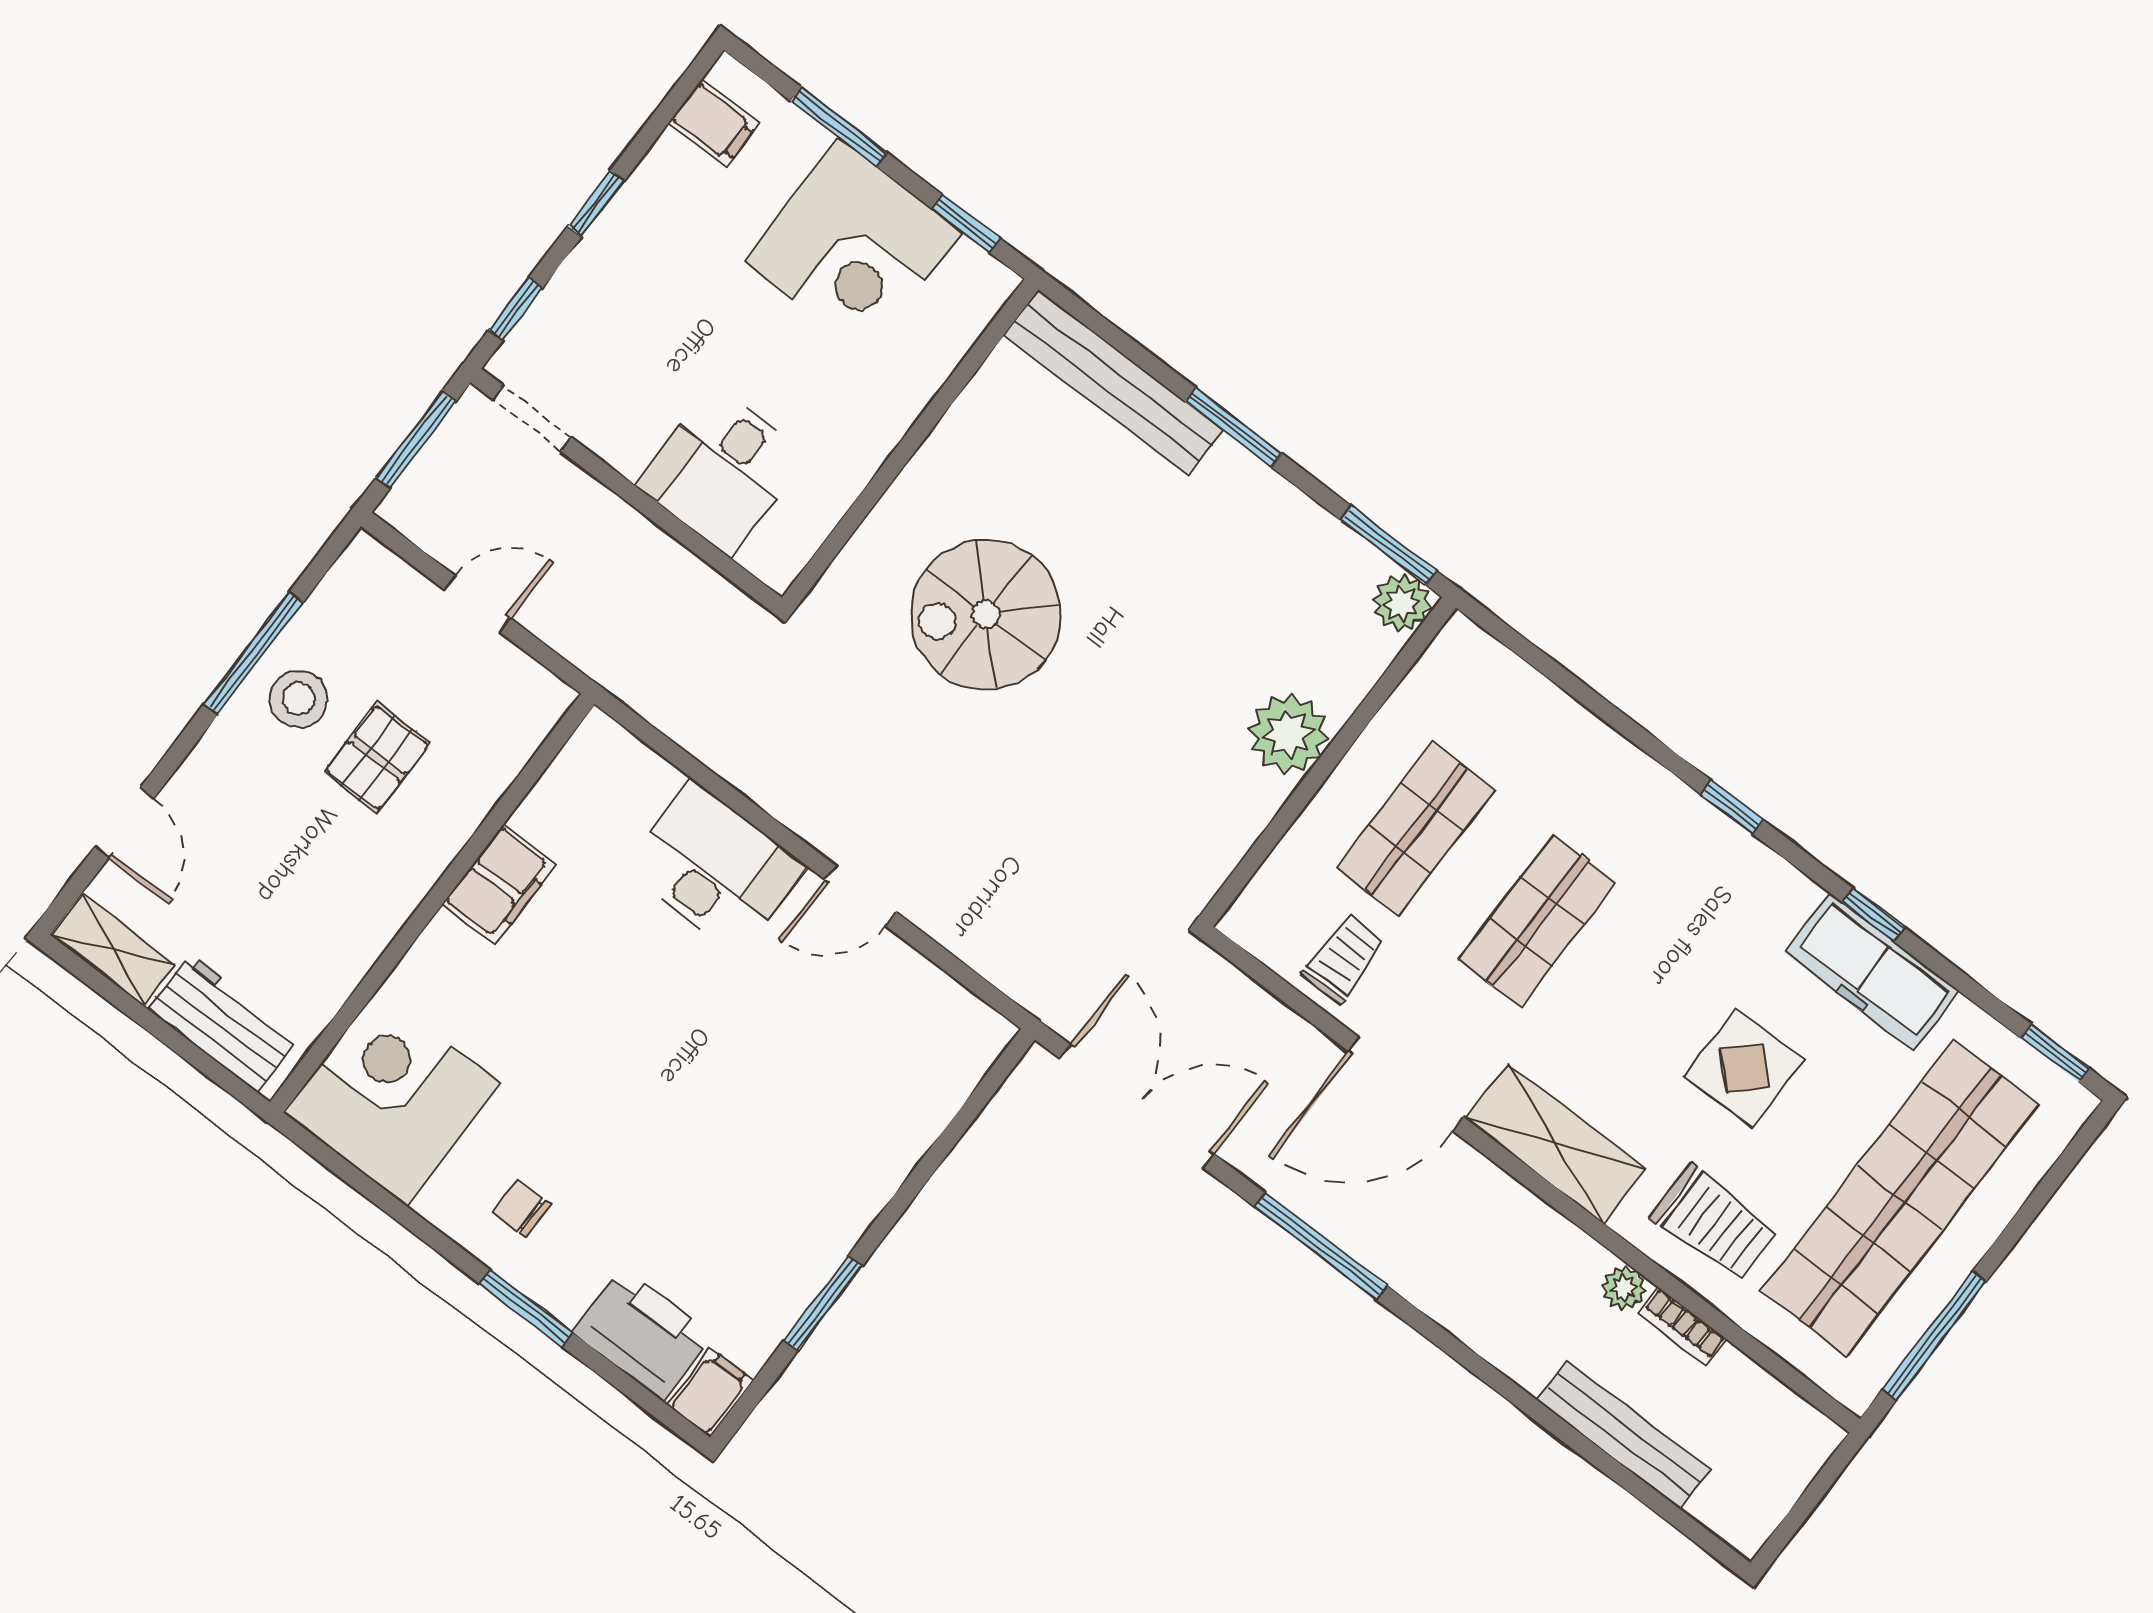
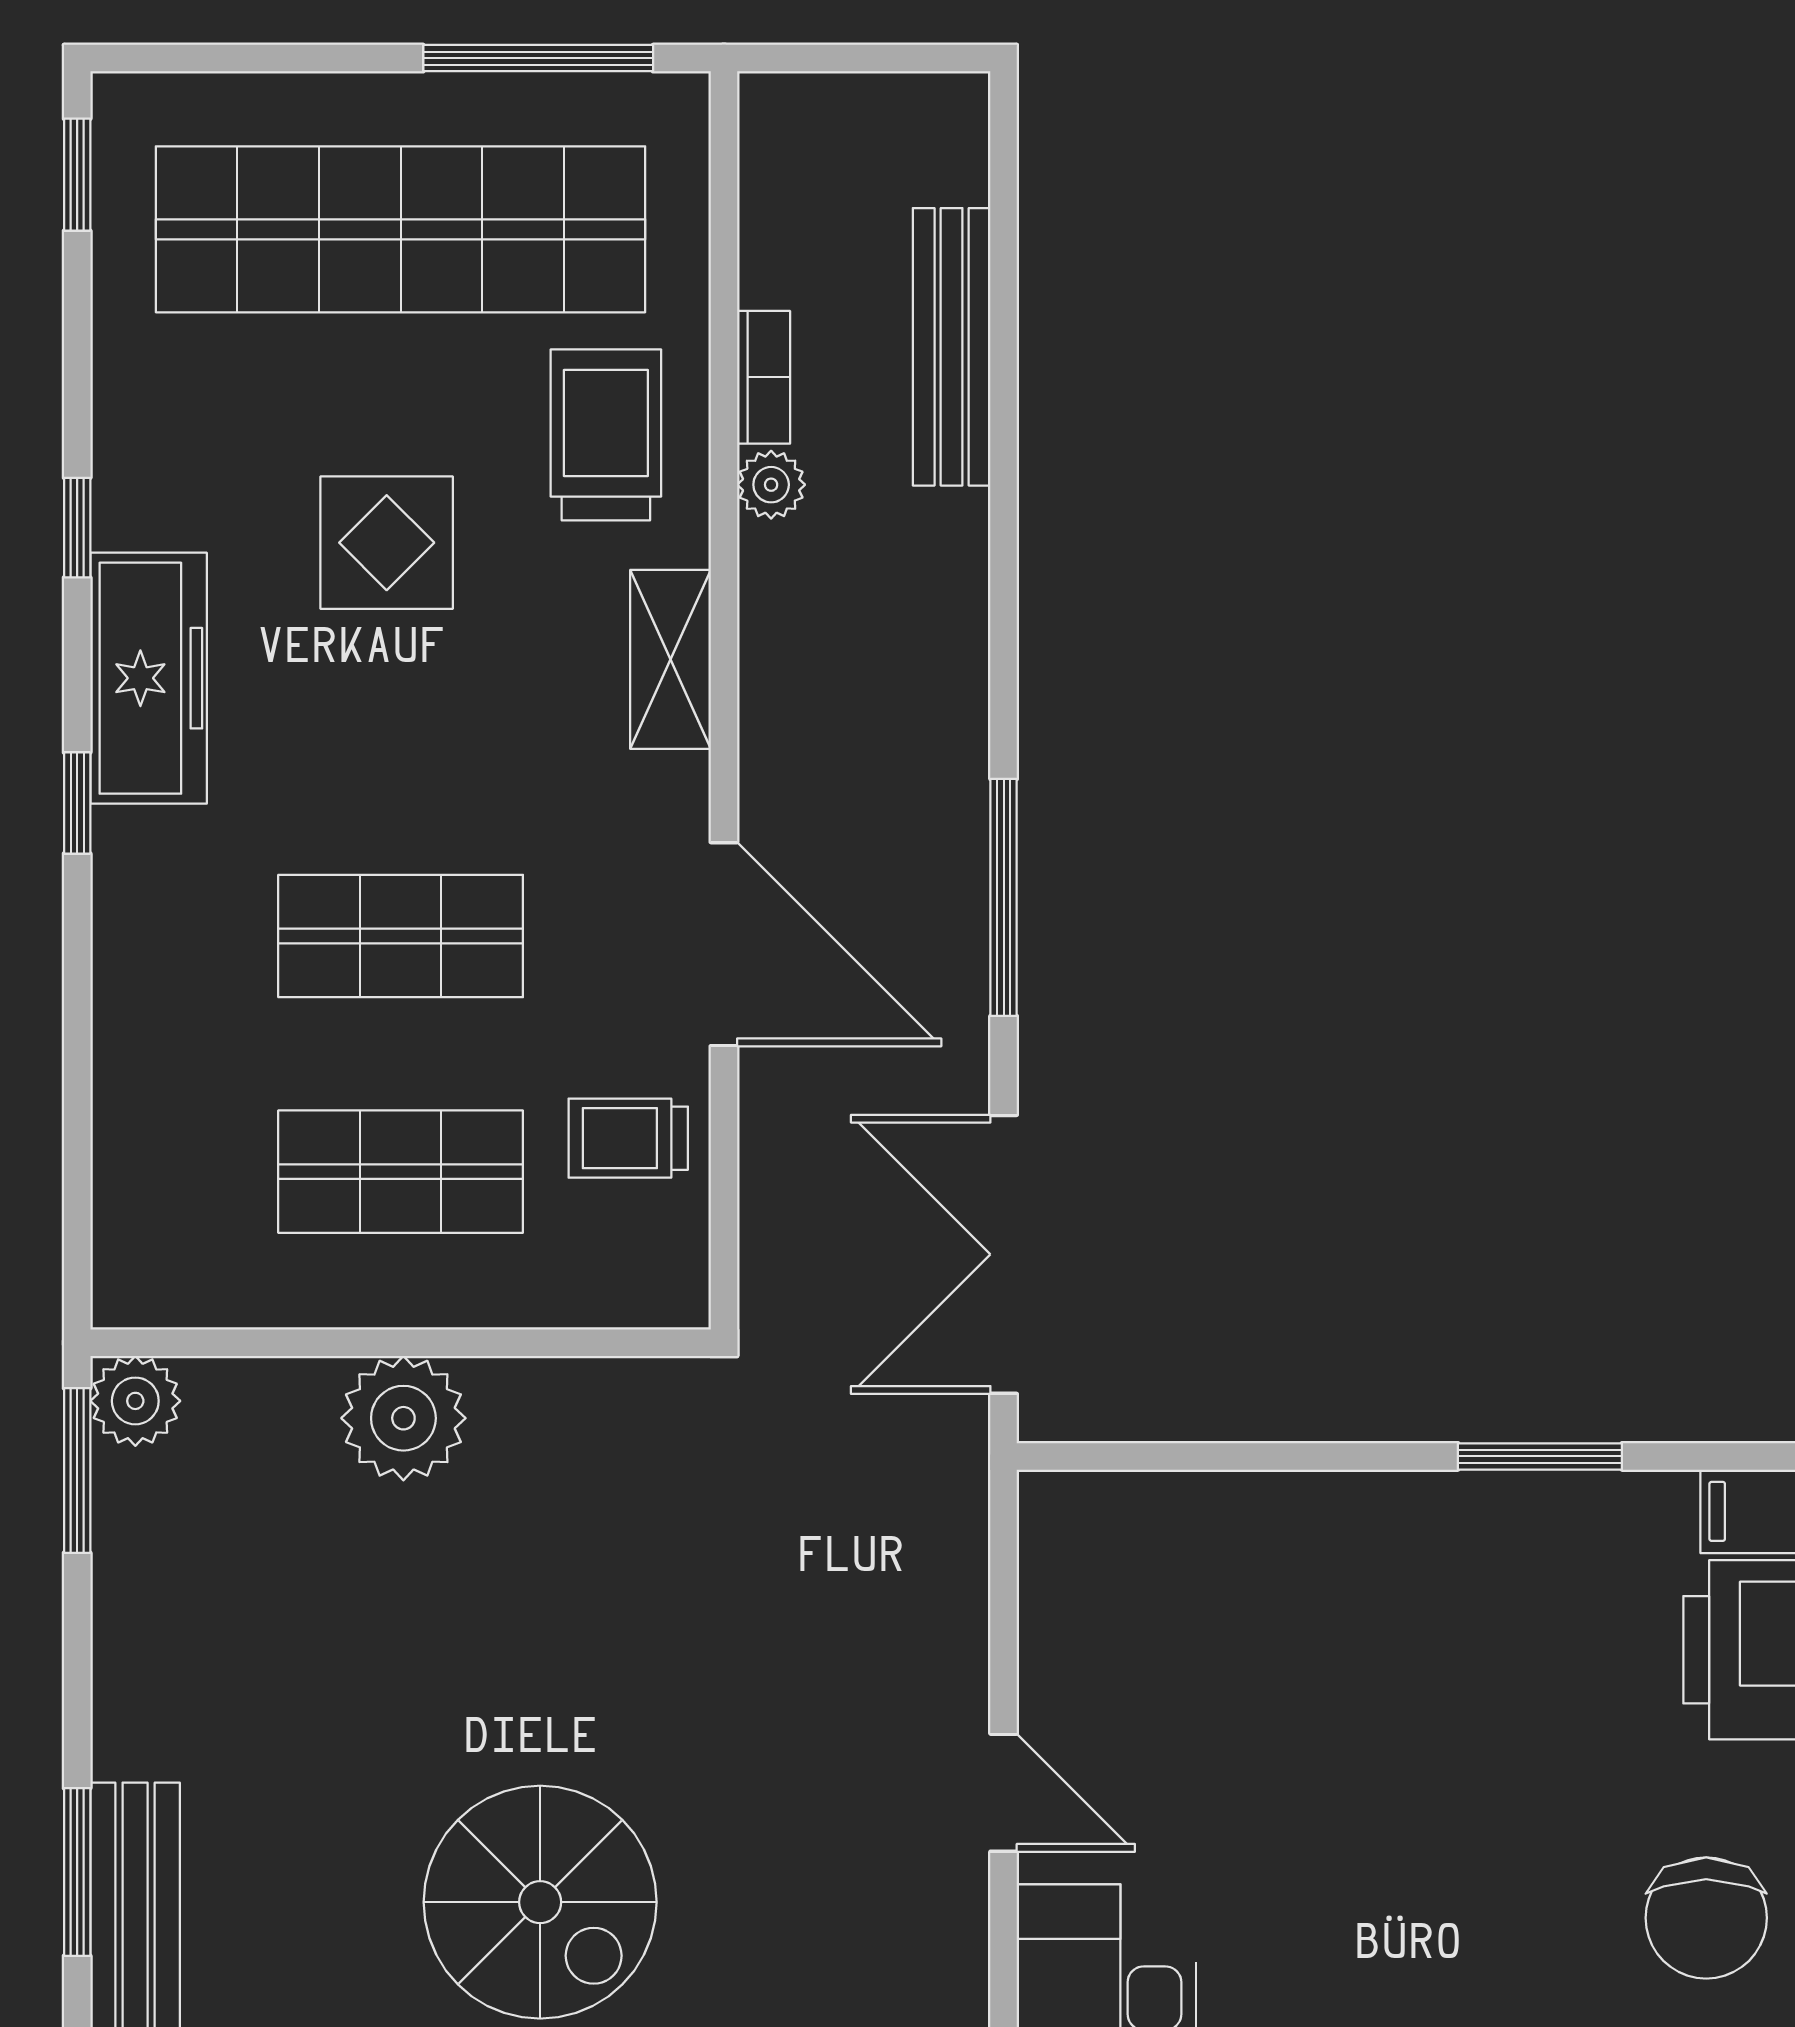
window: (1233, 427) -> (77, 1872), moved
freezer: (1872, 972) -> (149, 678), moved
shelving: (1556, 1144) -> (670, 659), width x0.67, depth x0.75
chair: (521, 1208) -> (1706, 1918), width x1.87, depth x1.87

